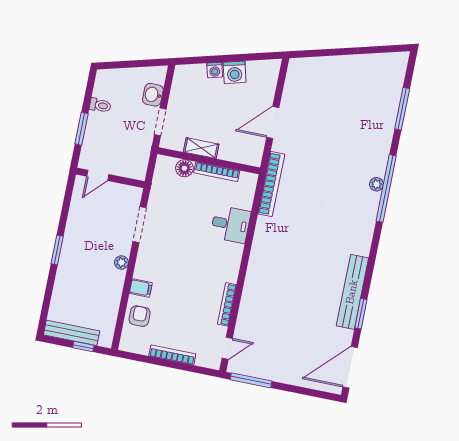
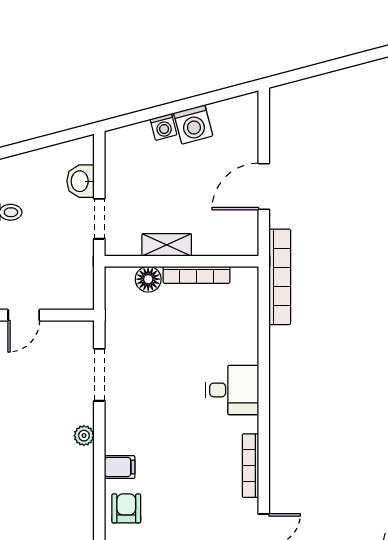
desk: (230, 224) -> (232, 390), moved

